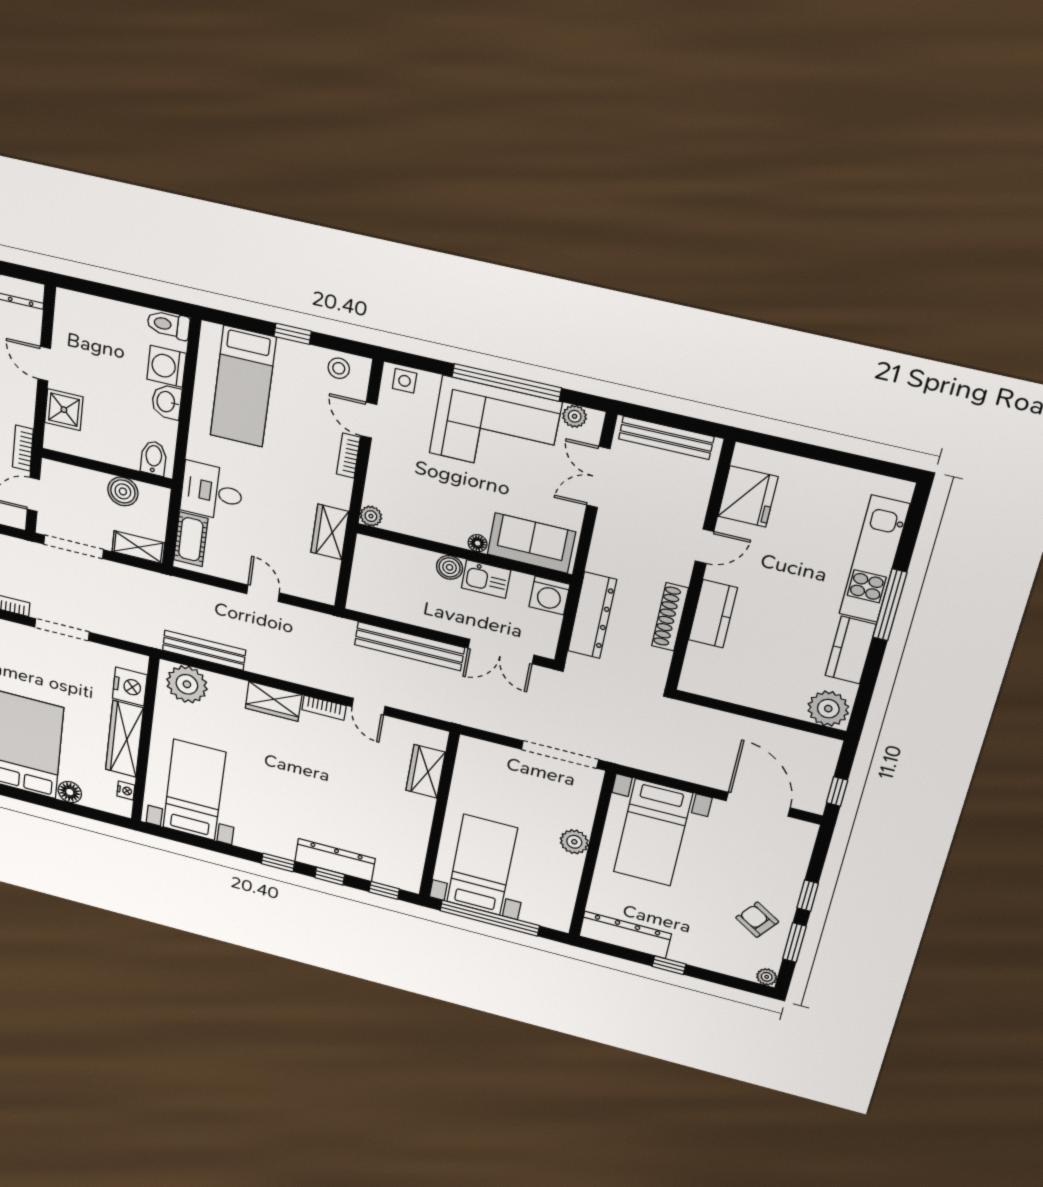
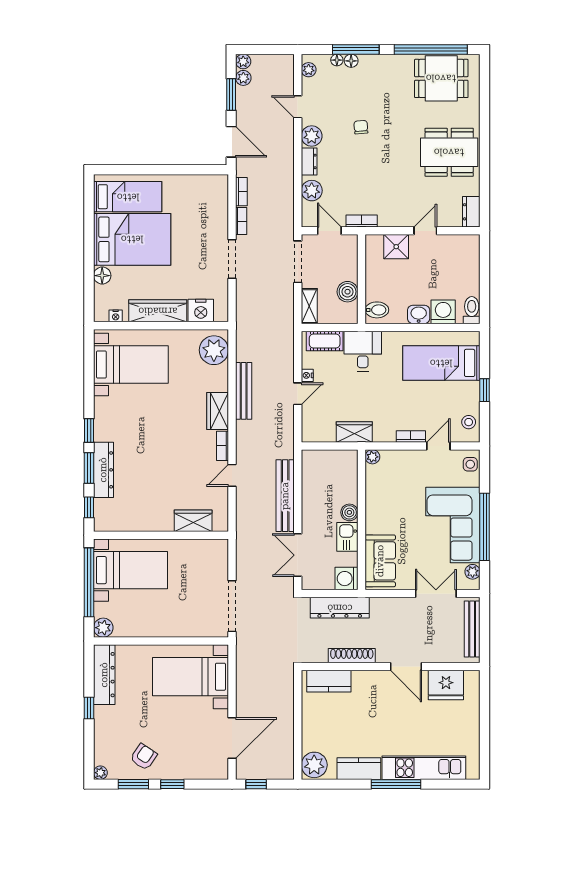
floor lamp: (478, 543) -> (371, 527), removed
door: (705, 546) -> (406, 666), width x1.38
nightstand: (238, 574) -> (307, 375), added
kitchen counter: (713, 614) -> (329, 681), moved
bench: (204, 650) -> (244, 391), moved
plant: (574, 842) -> (103, 628), moved
window: (330, 876) -> (89, 468), width x1.50

